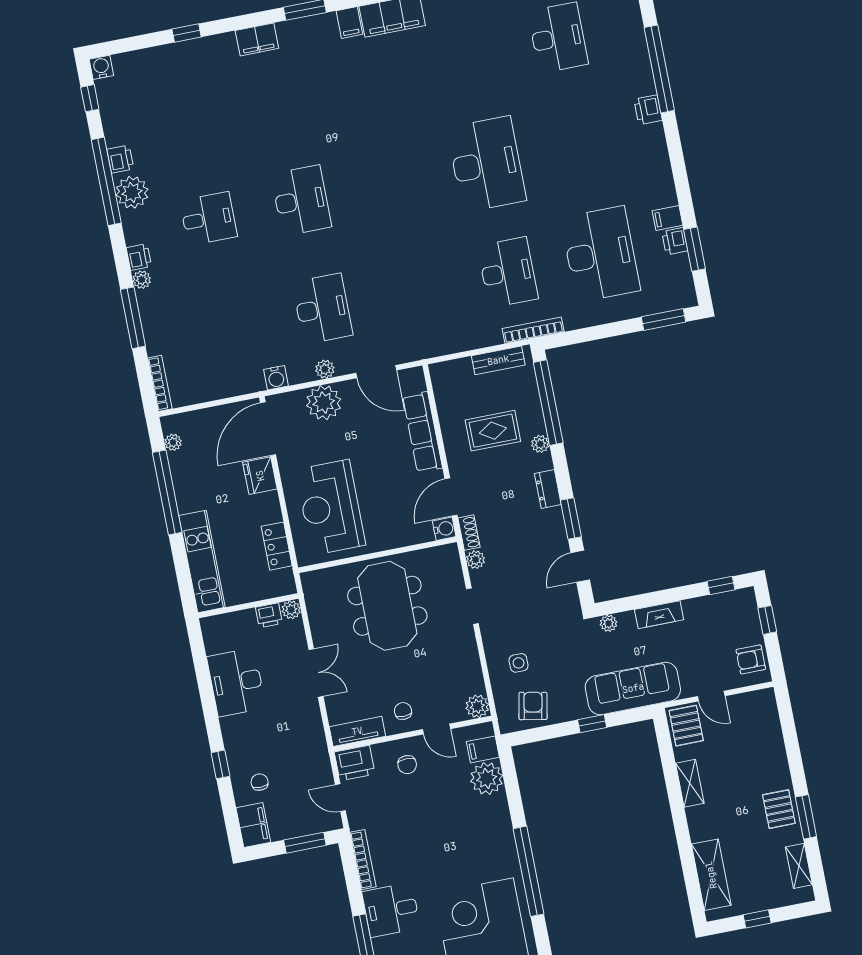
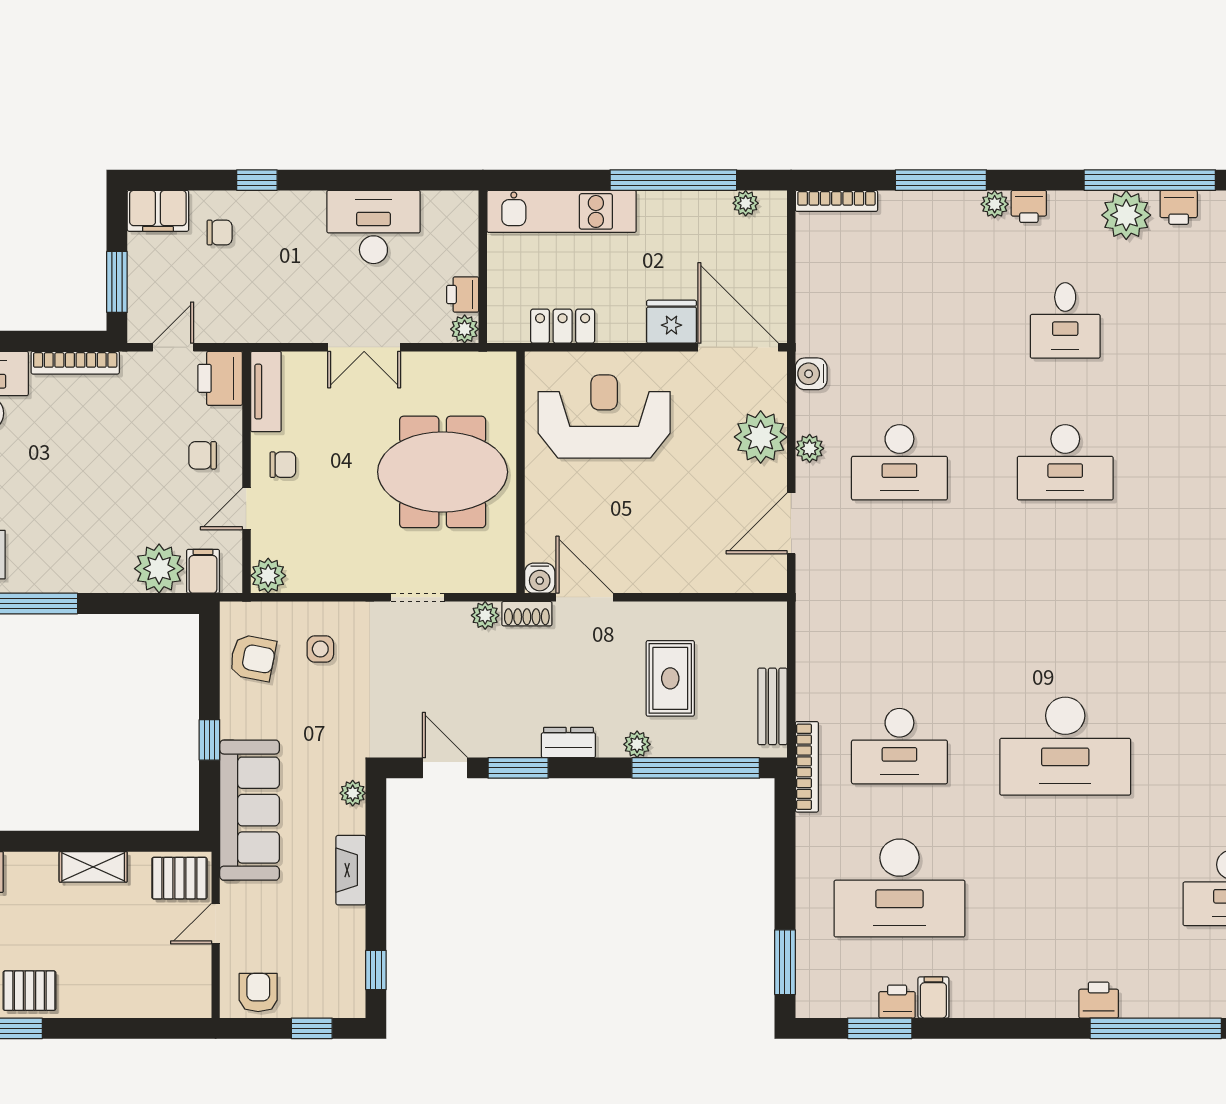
row of seats: (423, 432) -> (689, 574), removed

